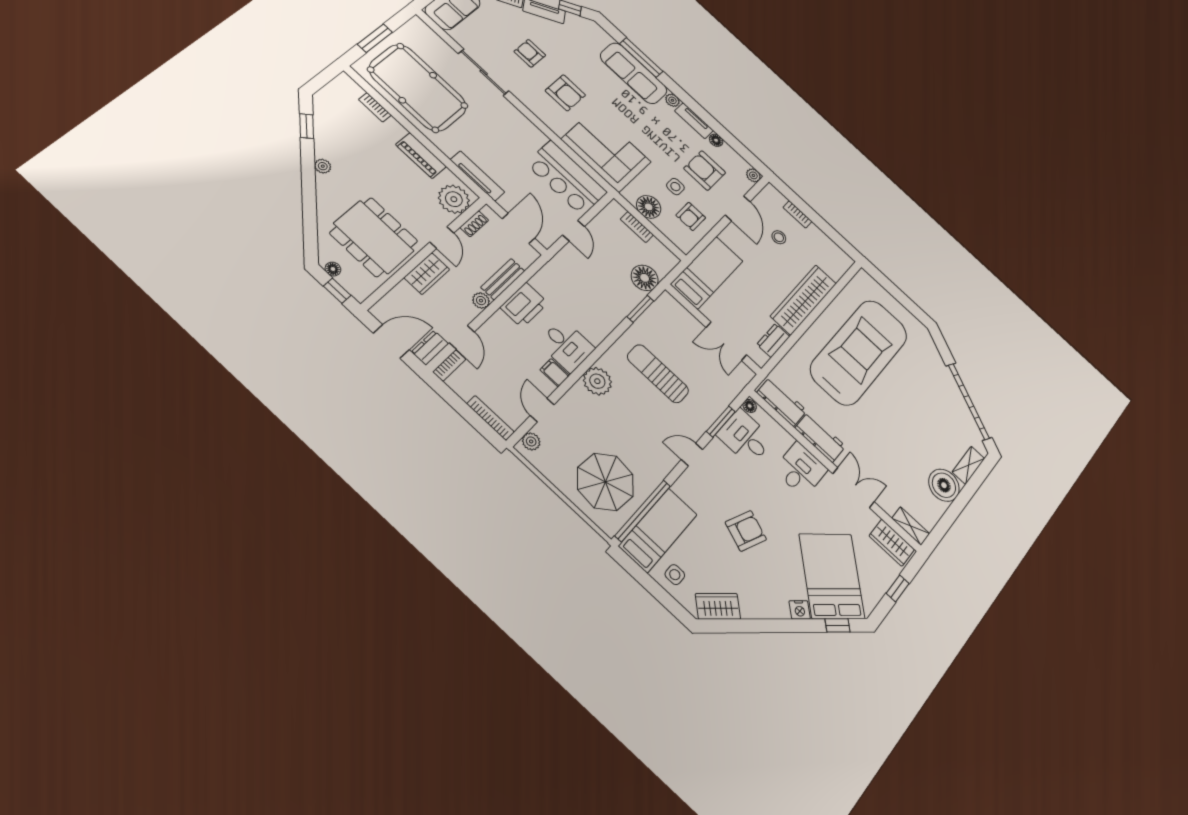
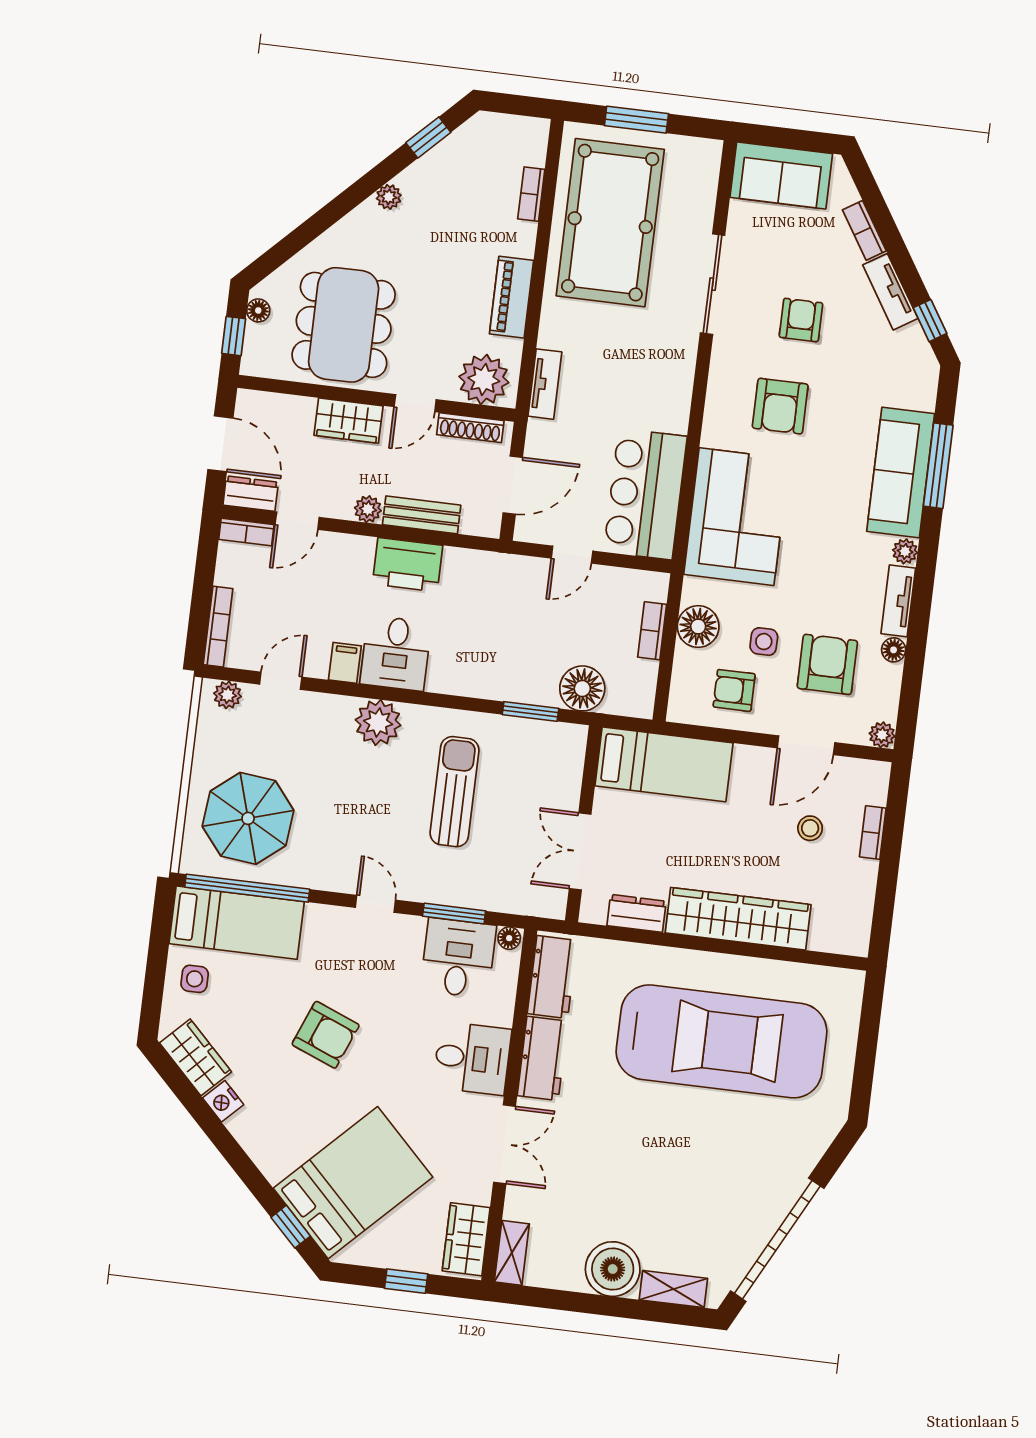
tv unit: (477, 176) -> (545, 384), width x0.71
shoe rack: (474, 224) -> (470, 428), width x1.43
nightstand: (800, 610) -> (223, 1101), moved

